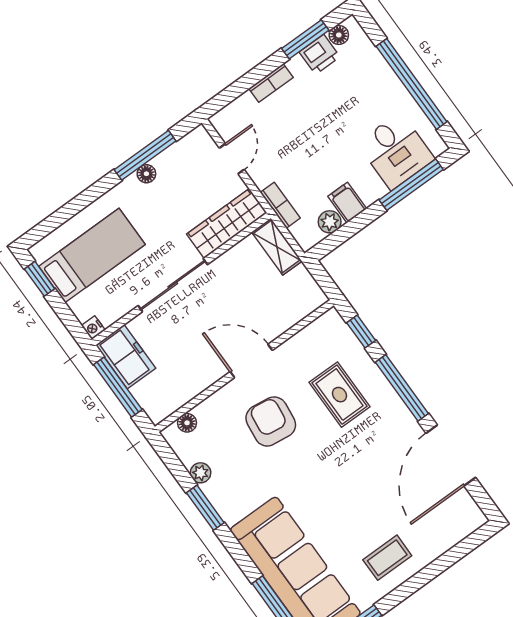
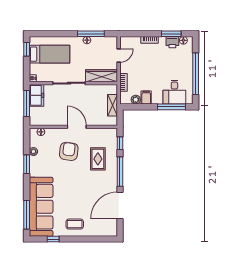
shelving: (277, 247) -> (112, 105), moved

